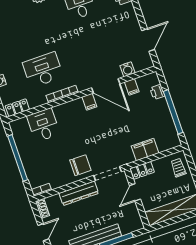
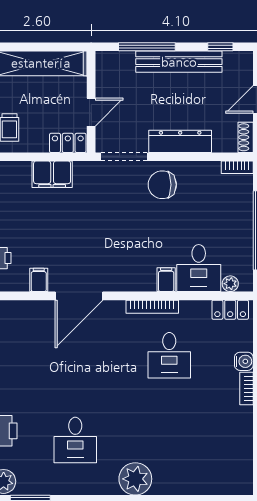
water cooler: (127, 69) -> (36, 310), removed
desk: (43, 70) -> (169, 355), width x0.73
door: (106, 86) -> (79, 296), swing flipped
filing cabinet: (89, 102) -> (166, 280), moved
plant: (22, 122) -> (230, 284), added

